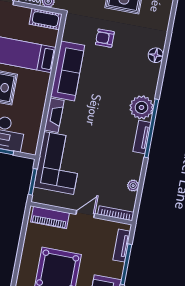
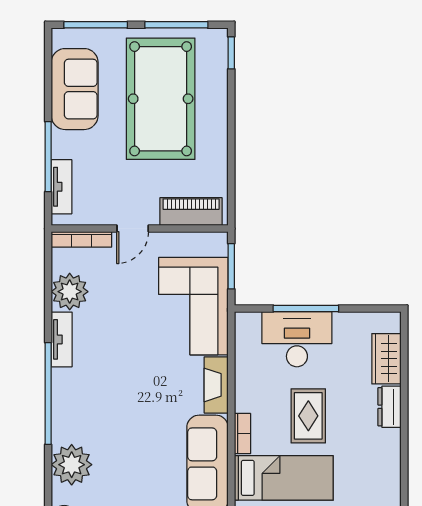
bookcase: (44, 85) -> (242, 434), added
plant: (141, 107) -> (72, 465), moved
tv unit: (142, 137) -> (62, 339), moved
plant: (133, 186) -> (70, 292), width x1.87, depth x1.87

